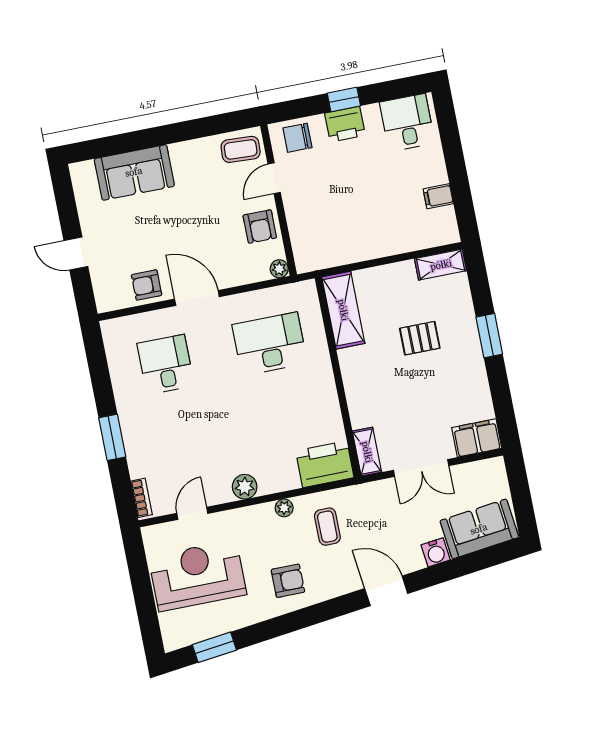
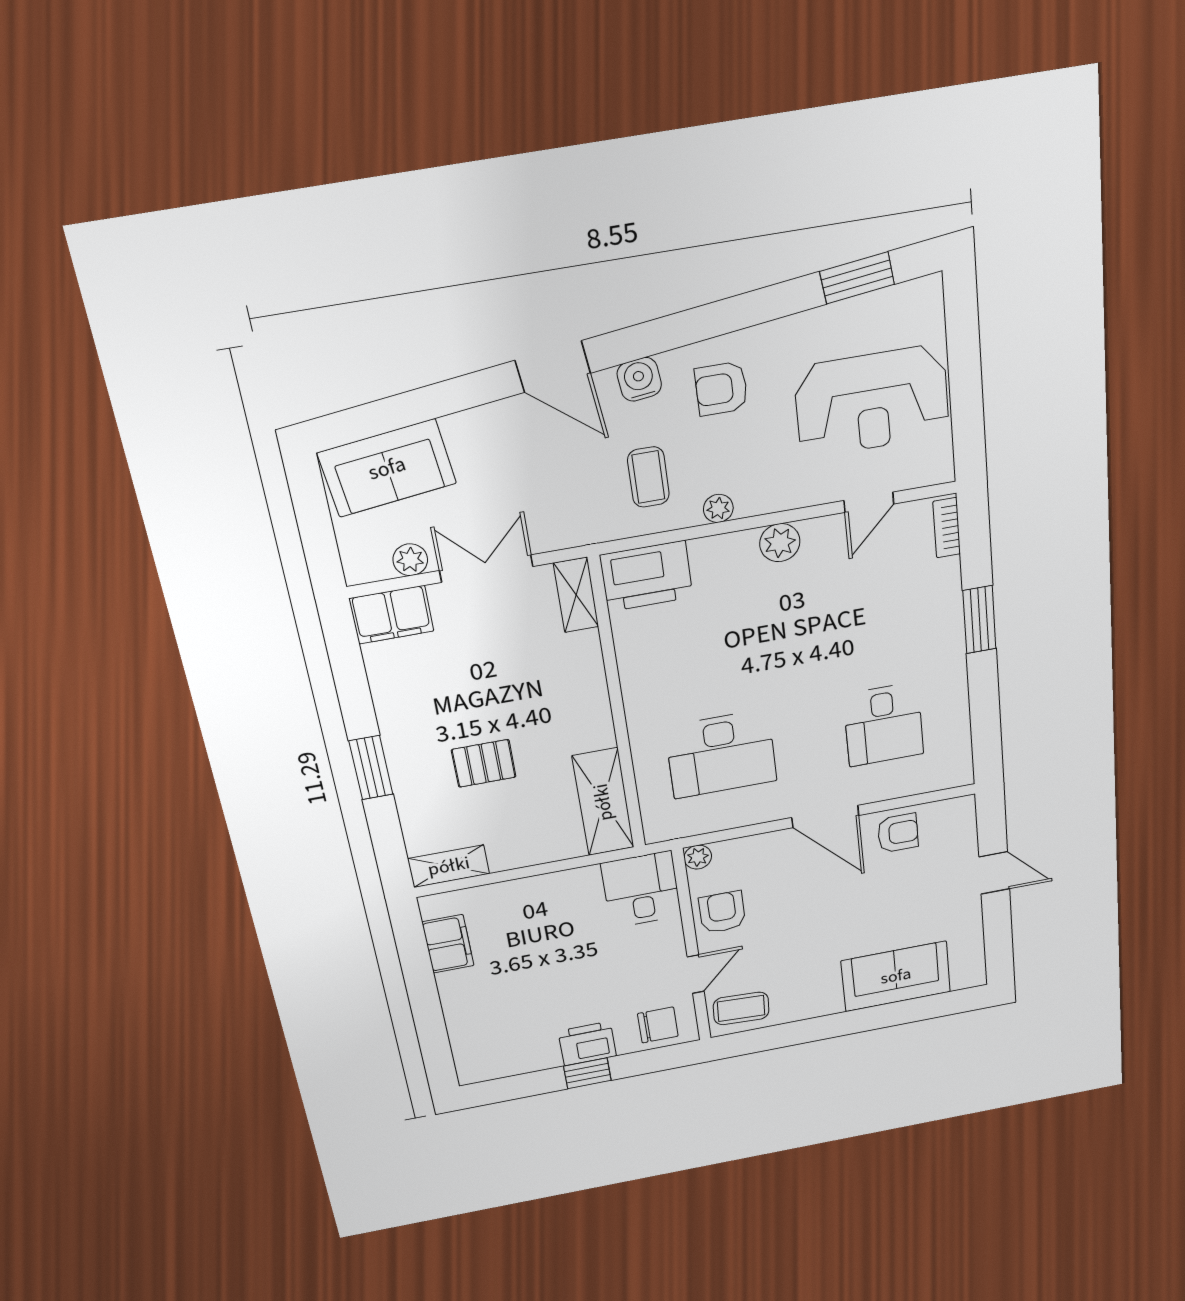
desk: (407, 123) -> (641, 890), moved, turned 180
filing cabinet: (438, 196) -> (448, 944), width x2.00
plant: (466, 473) -> (410, 560), added
water cooler: (436, 552) -> (639, 379), moved

